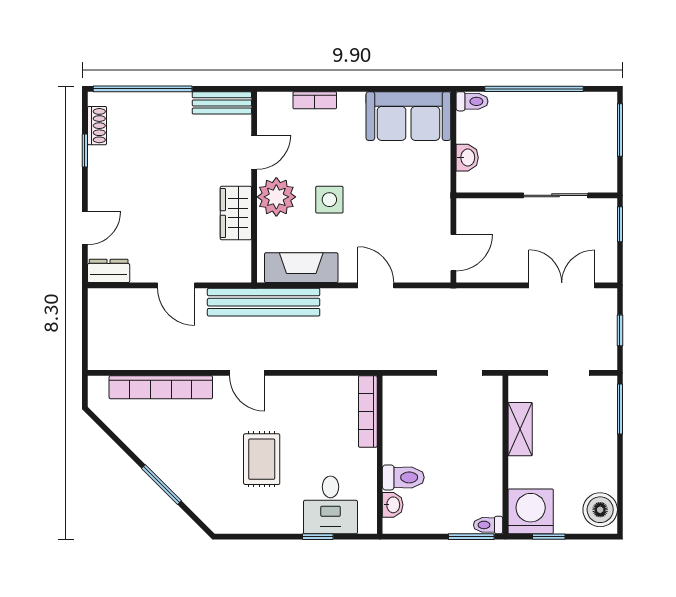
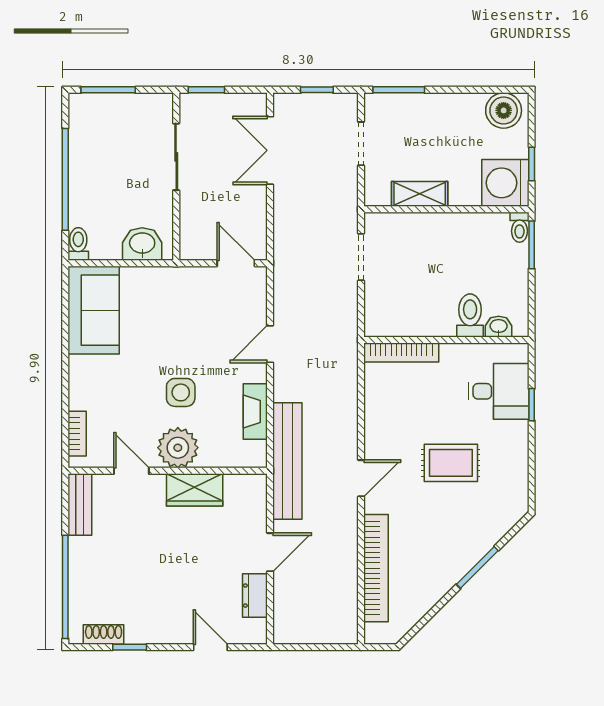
bookcase: (315, 100) -> (77, 434), moved
washbasin: (467, 158) -> (142, 244), width x1.38, depth x1.45
fireplace: (301, 268) -> (255, 412), width x0.73, depth x0.76
dresser: (109, 271) -> (255, 596), moved

